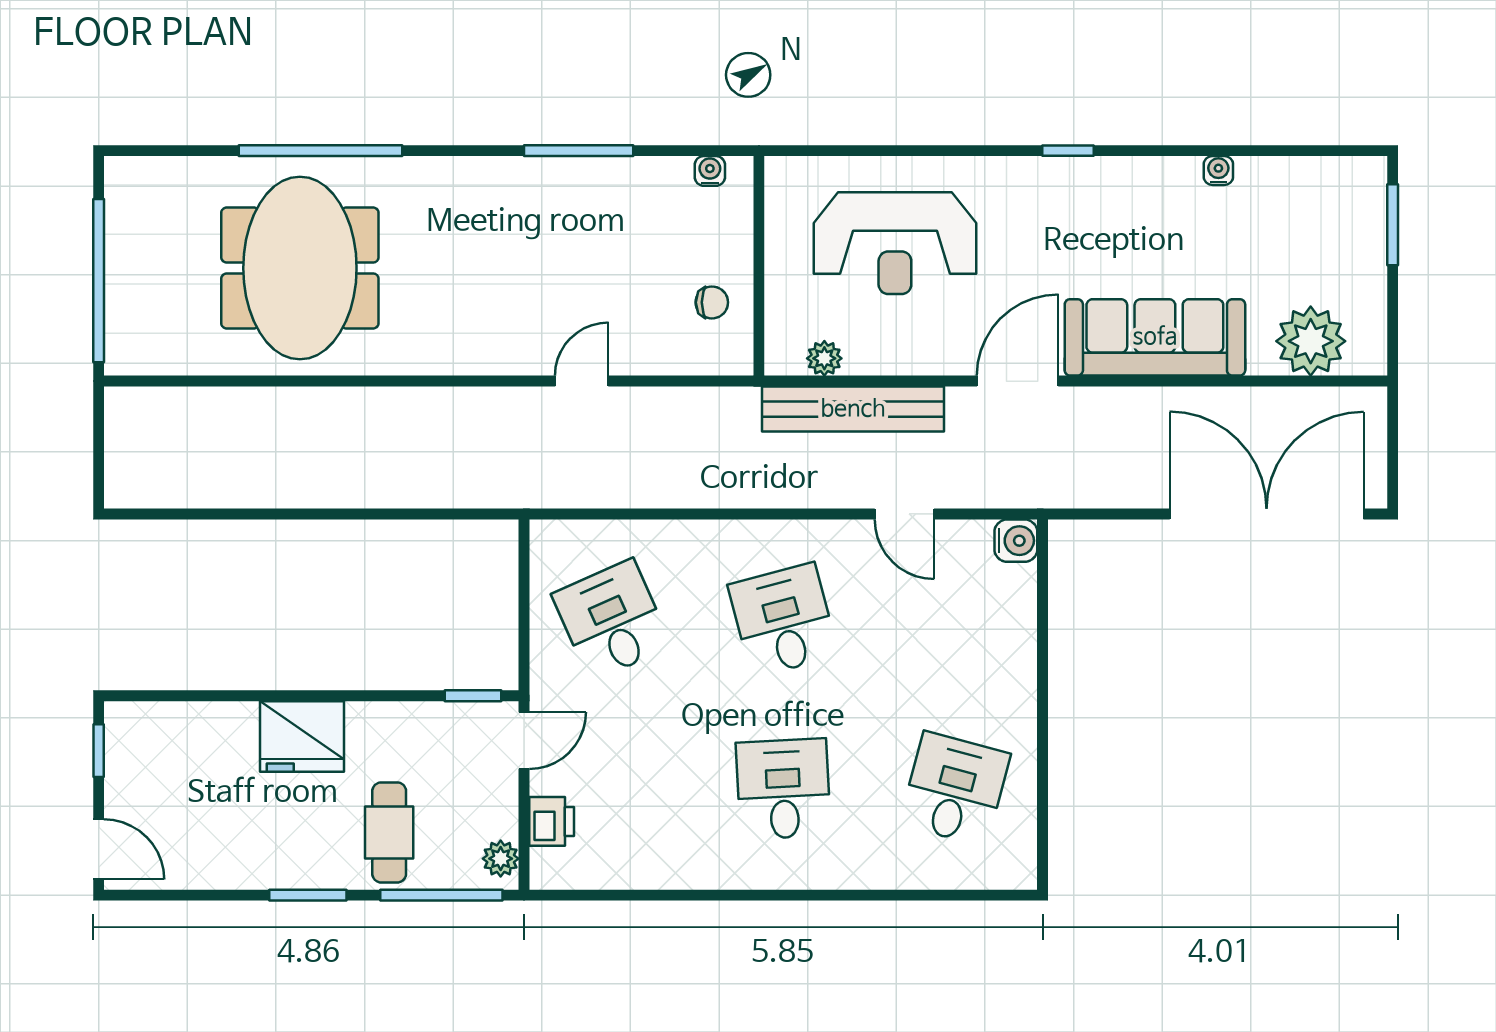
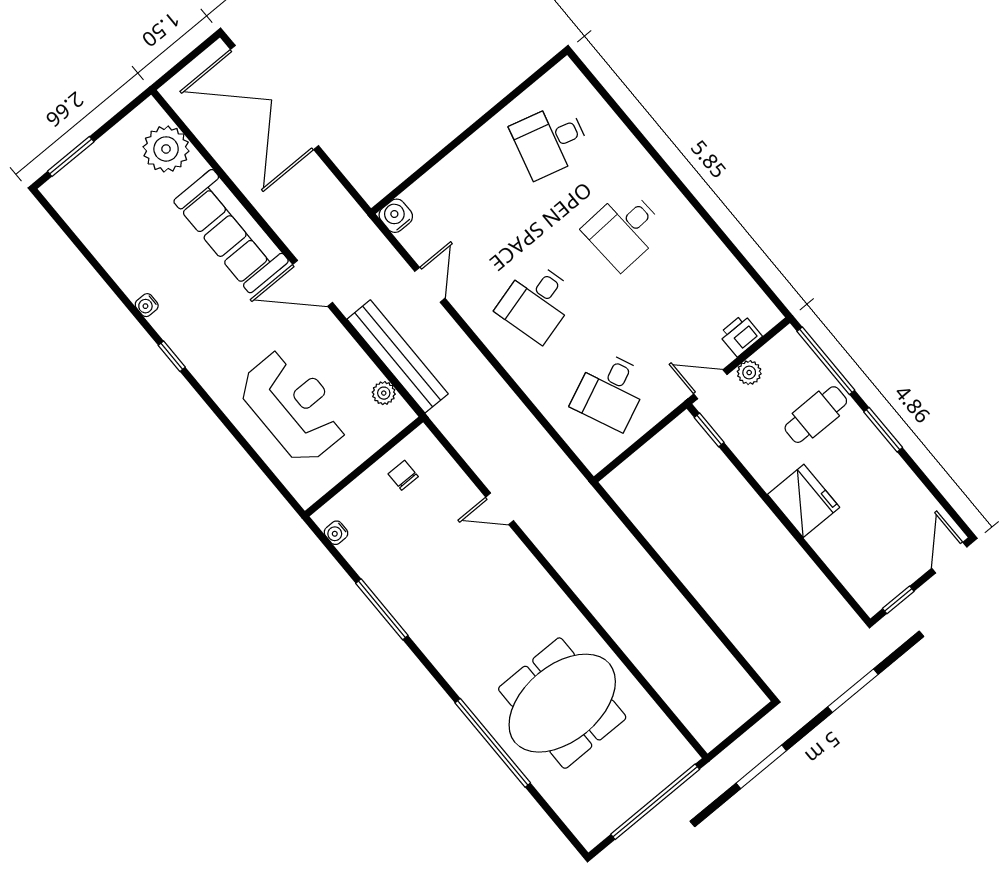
water cooler: (1218, 171) -> (147, 305), moved
plant: (501, 859) -> (749, 373), moved

